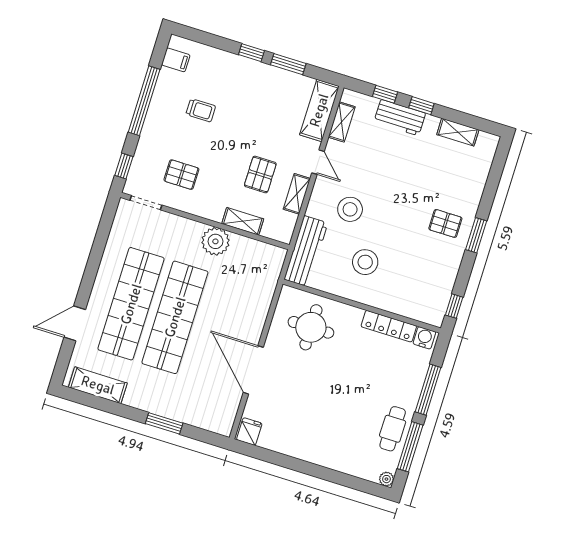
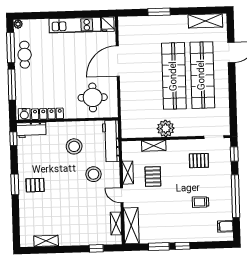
window: (421, 106) -> (73, 249), removed
workbench: (400, 118) -> (31, 130), moved, turned 180
door: (253, 370) -> (118, 61), swing flipped
kitchen unit: (300, 447) -> (75, 25), added

